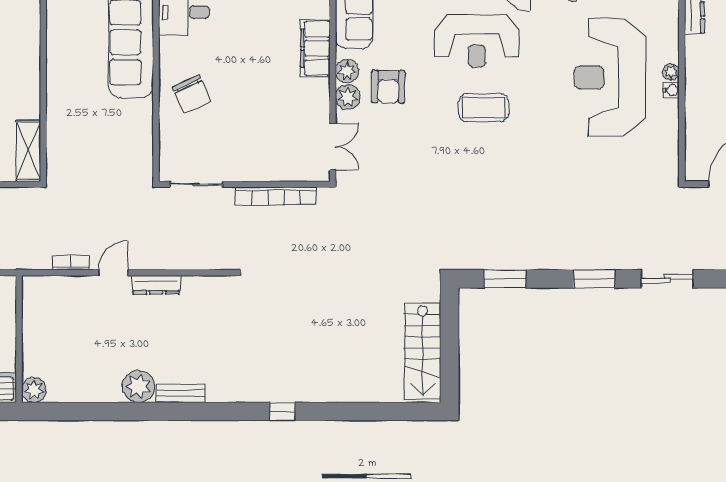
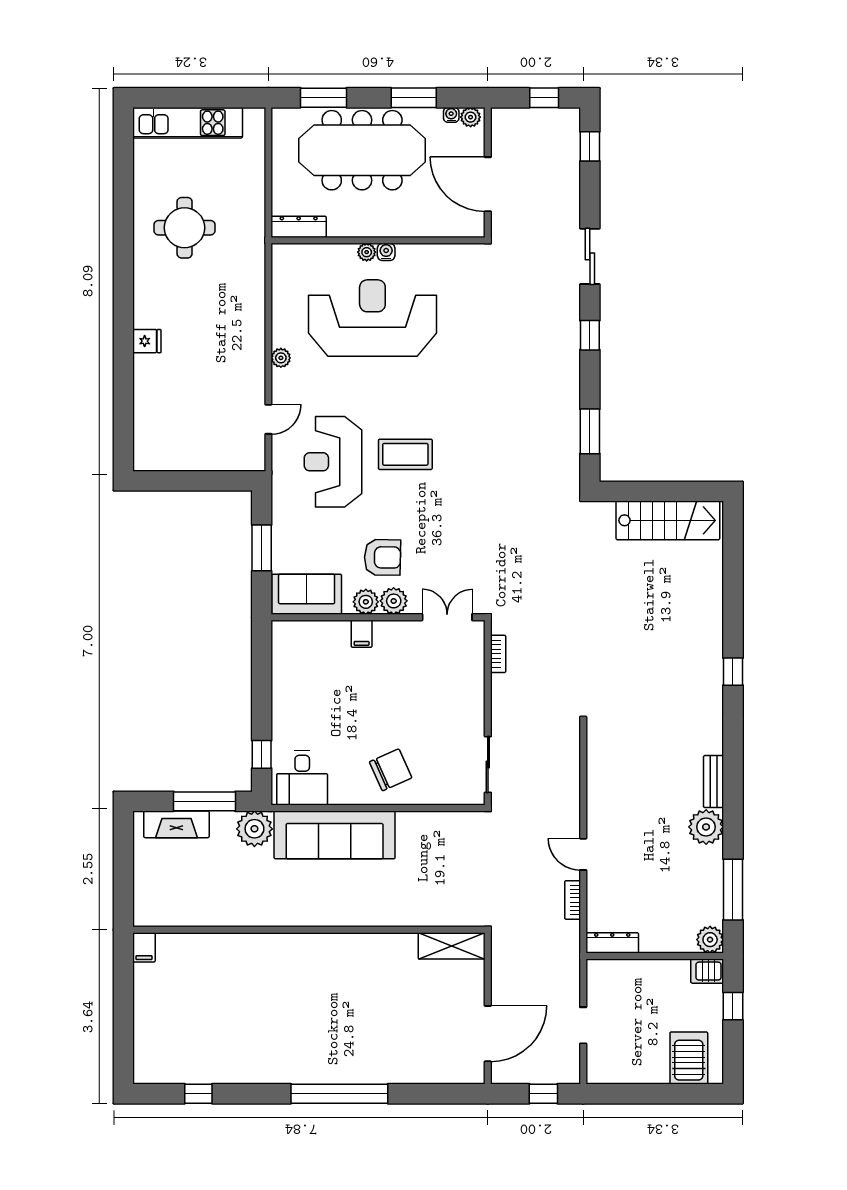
reception desk: (477, 41) -> (333, 462), turned 180
filing cabinet: (315, 48) -> (362, 634), width x0.33, depth x0.86
reception desk: (610, 77) -> (372, 318), turned 180
coffee table: (484, 108) -> (405, 454), turned 90
bookcase: (276, 196) -> (498, 654), width x0.43, depth x0.76
window: (594, 279) -> (590, 335), width x0.67
dresser: (156, 285) -> (612, 943), moved, turned -90
window: (80, 411) -> (733, 890), added

